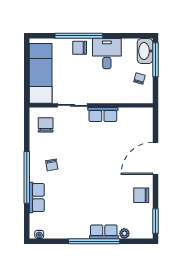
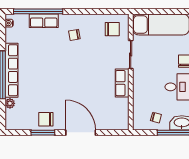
window: (27, 177) -> (38, 11), moved
chair: (141, 195) -> (46, 119), turned -90
window: (155, 221) -> (43, 133), moved
row of seats: (104, 232) -> (11, 70), width x2.02

